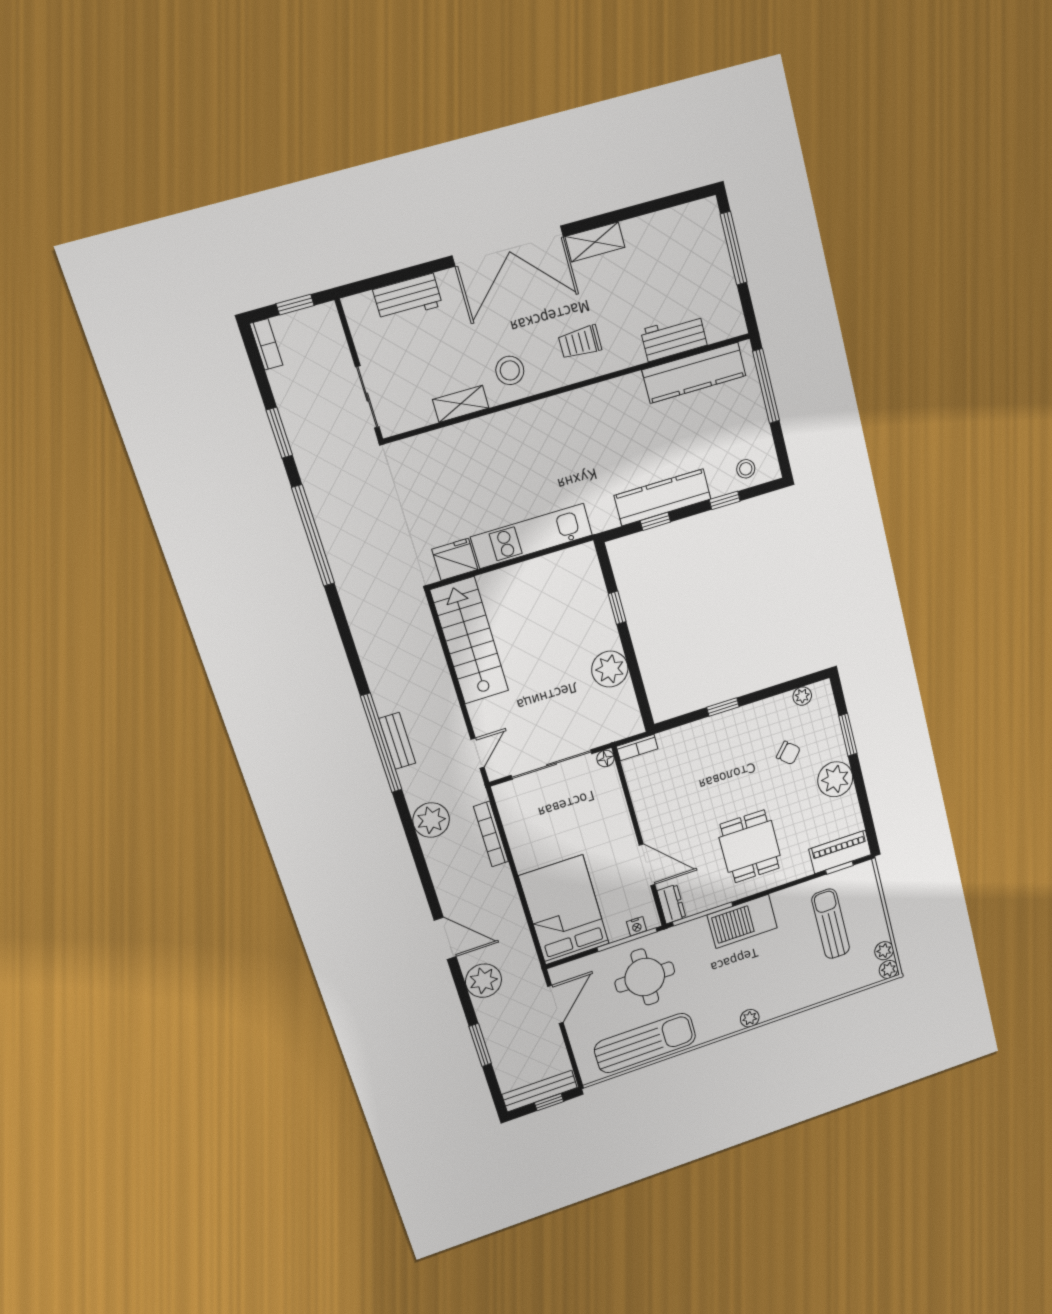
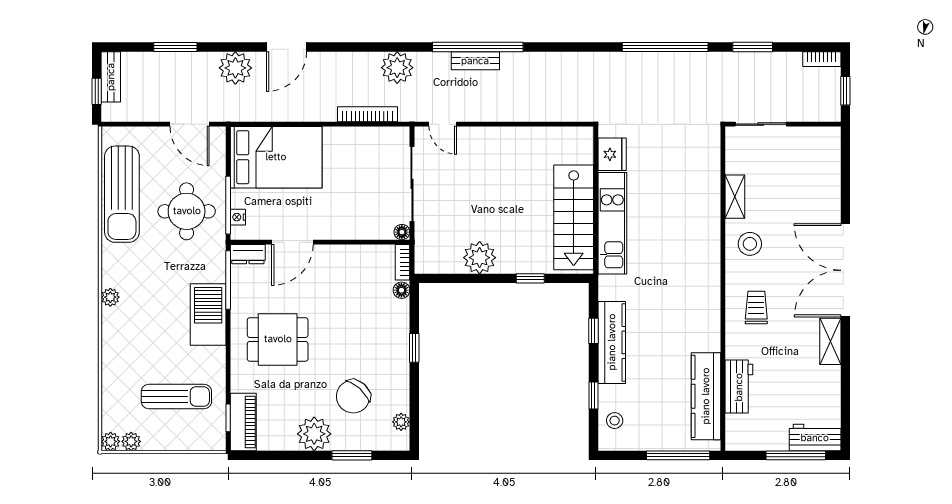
workbench: (408, 298) -> (815, 438), moved, turned 90
stairs: (470, 641) -> (574, 217), moved, turned 90
floor lamp: (667, 739) -> (401, 290), added
chair: (788, 753) -> (353, 397), width x1.87, depth x1.87
bench: (540, 1091) -> (111, 77), width x0.73

